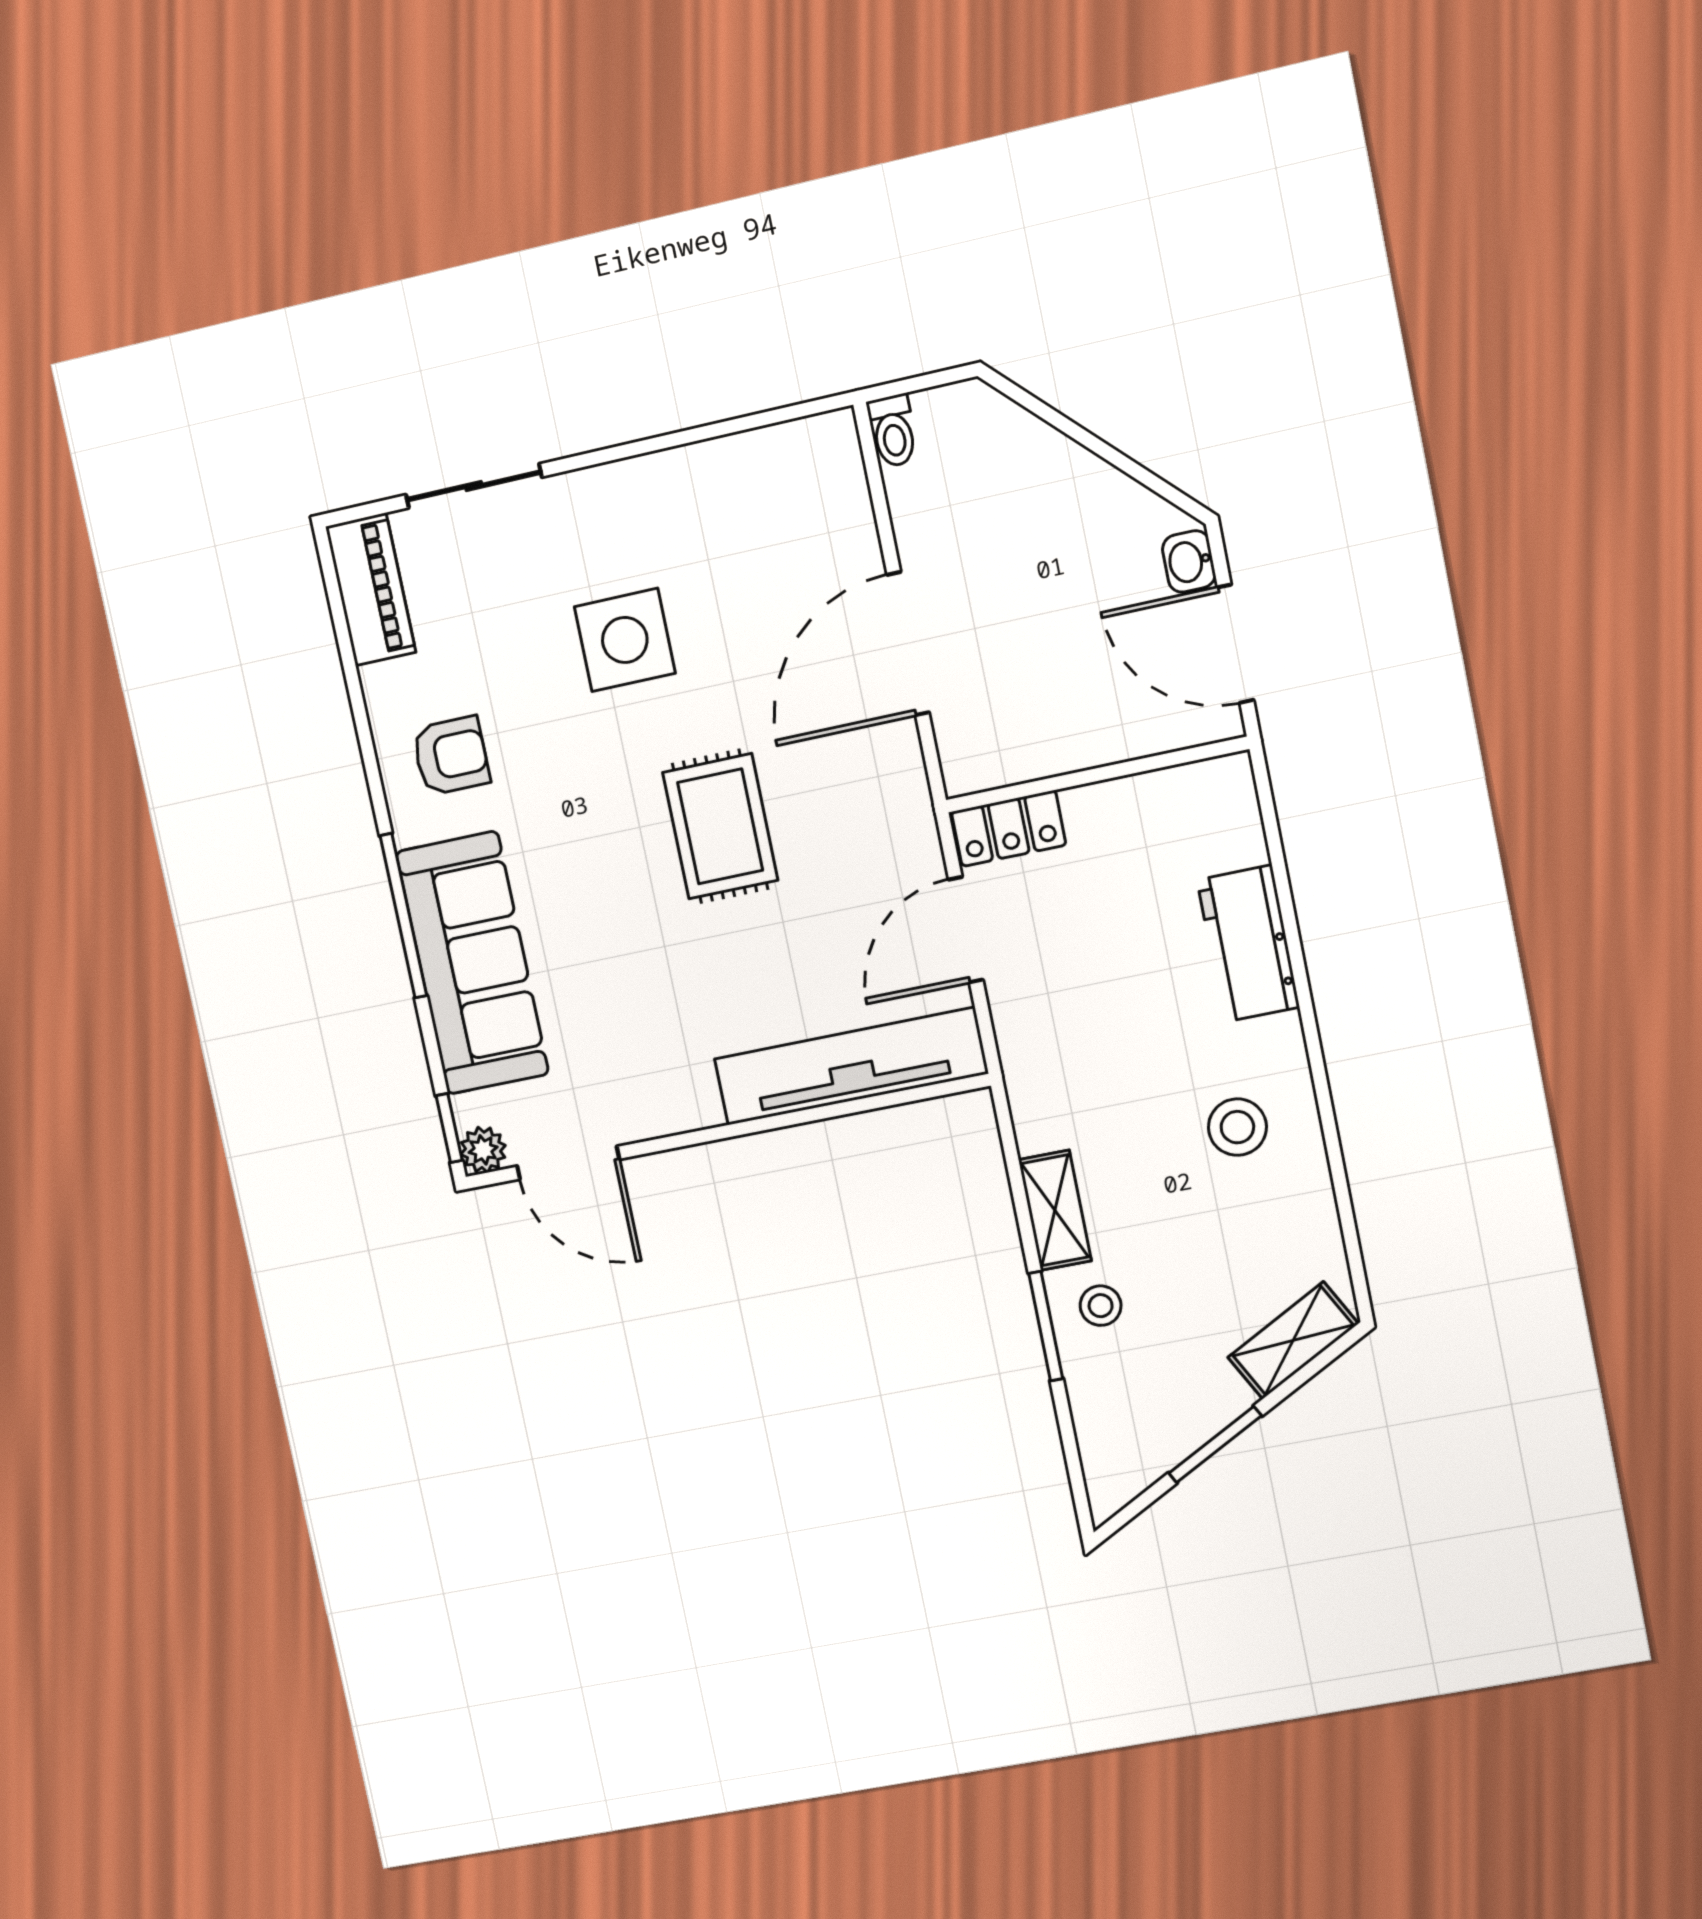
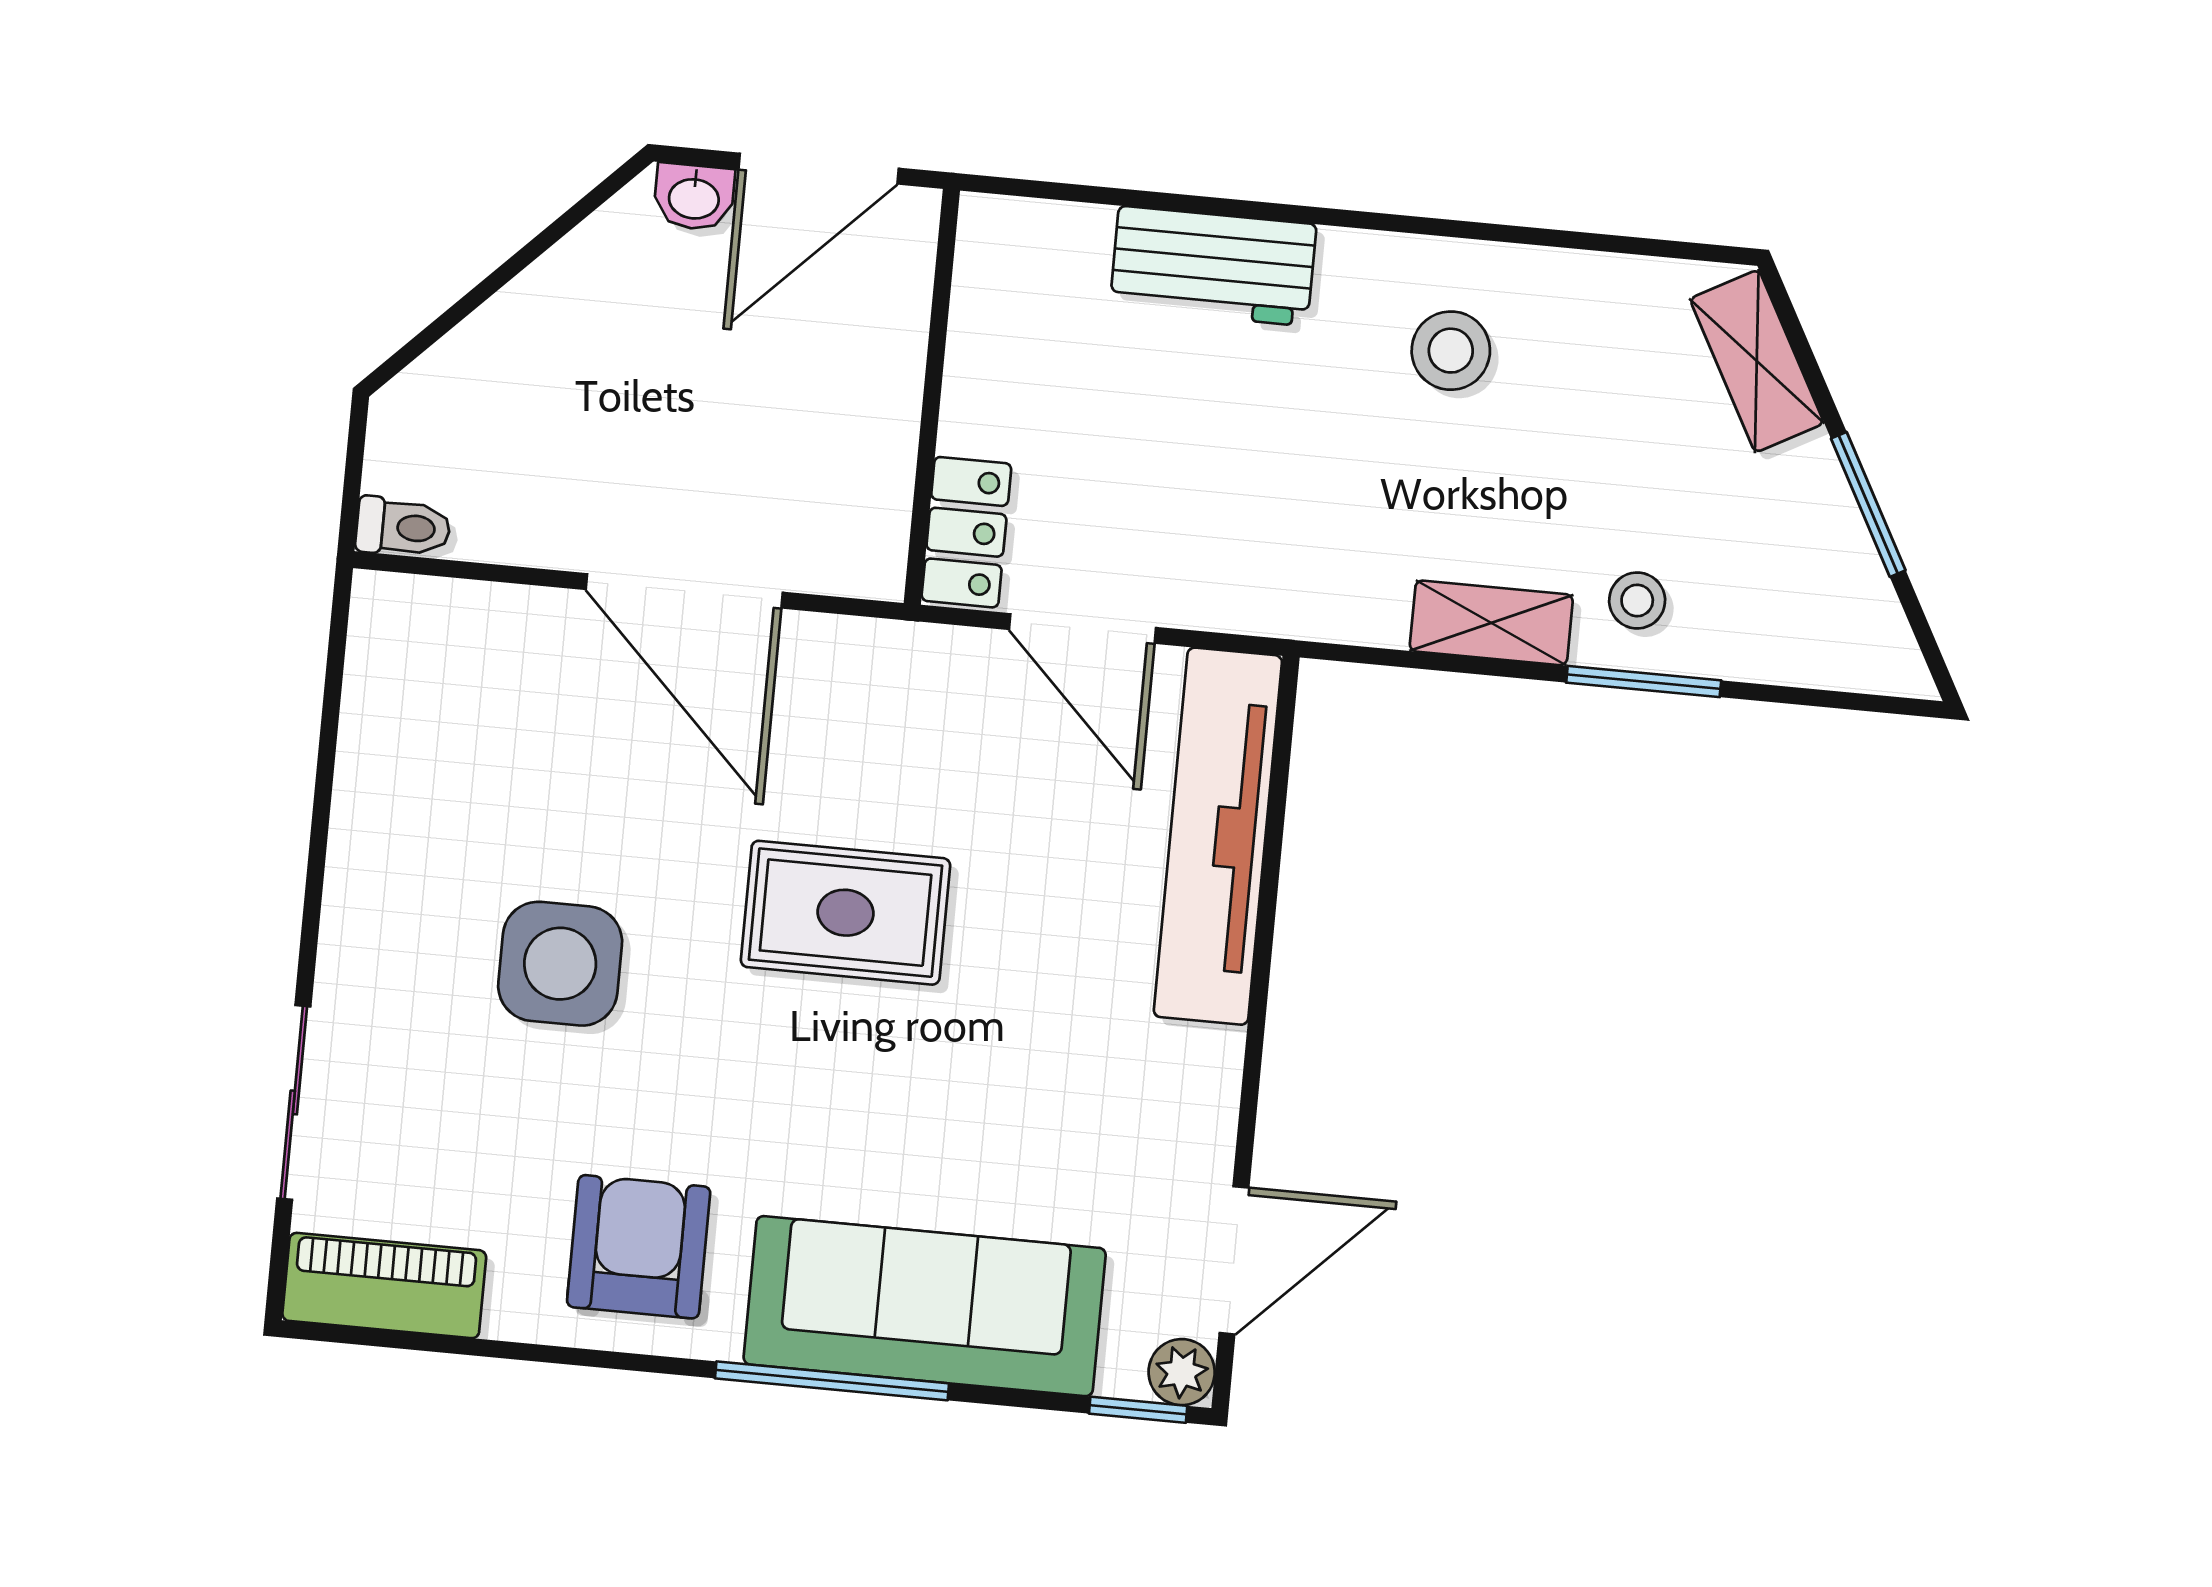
armchair: (451, 756) -> (639, 1247), width x1.38, depth x1.38

